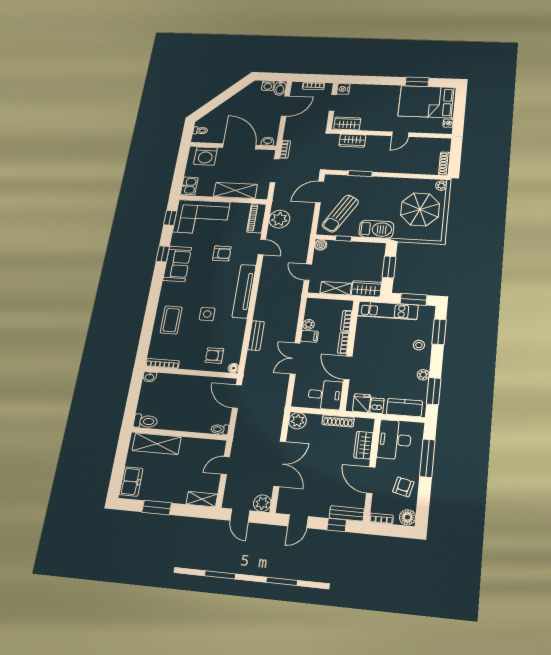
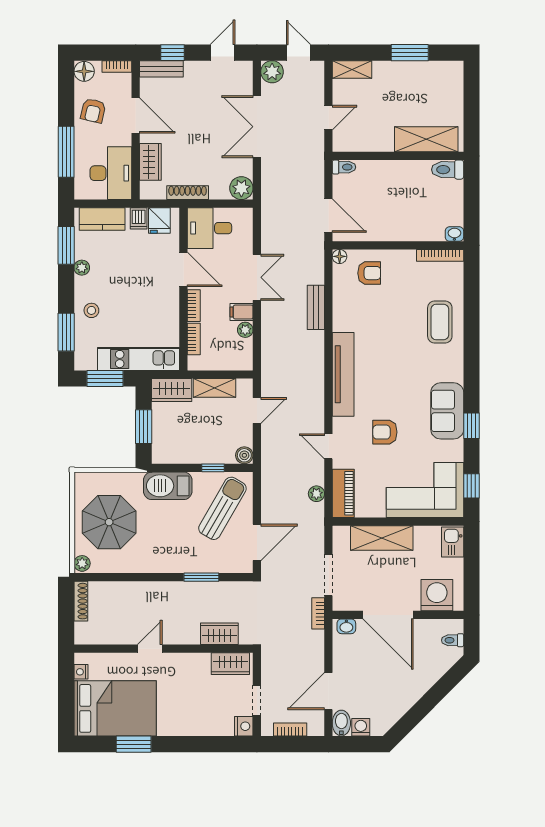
plant: (279, 219) -> (316, 494), width x0.53, depth x0.53
door: (308, 272) -> (257, 411), hinge flipped
side table: (207, 314) -> (390, 335), removed
freezer: (131, 482) -> (451, 84), removed

